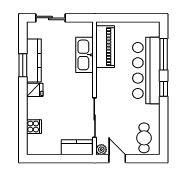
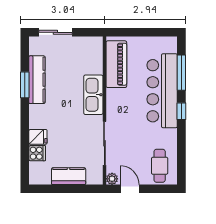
kitchen sink: (84, 55) -> (93, 95), moved
fridge: (35, 90) -> (38, 137), moved
kitchen counter: (77, 147) -> (69, 176), moved

